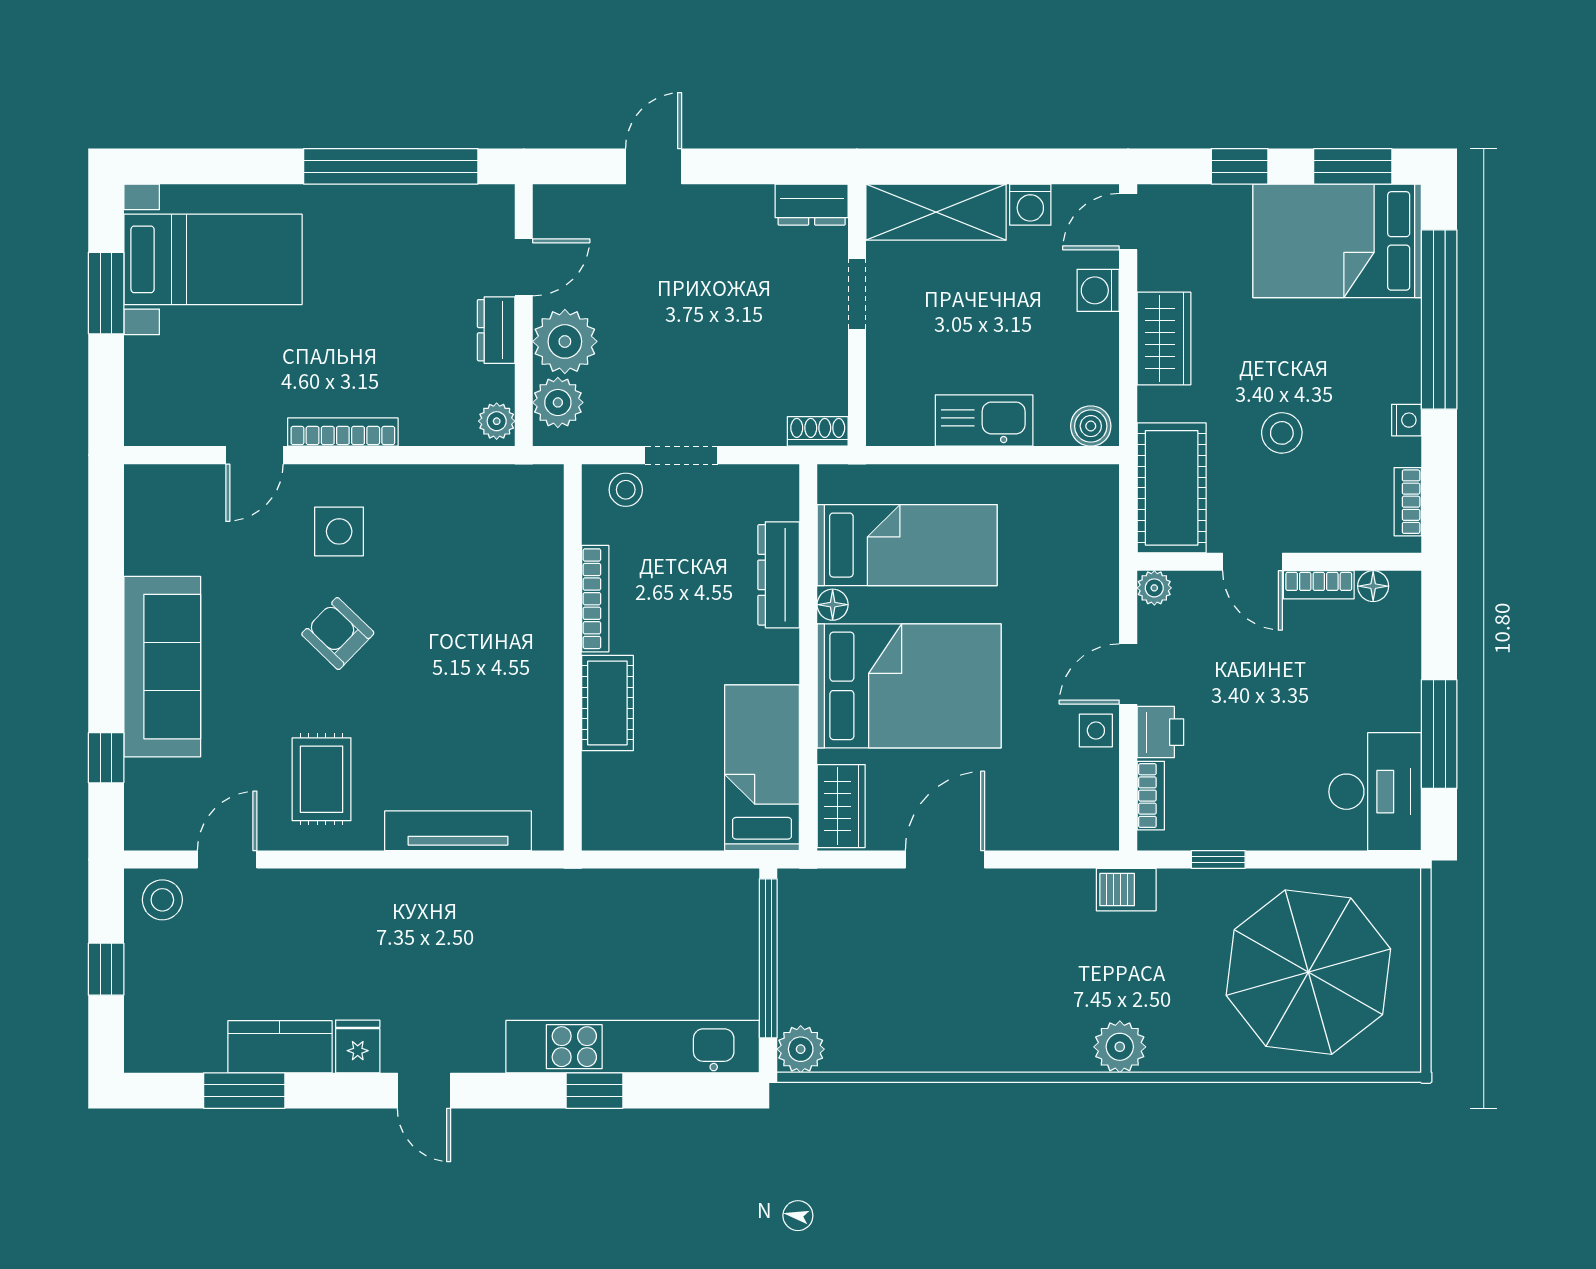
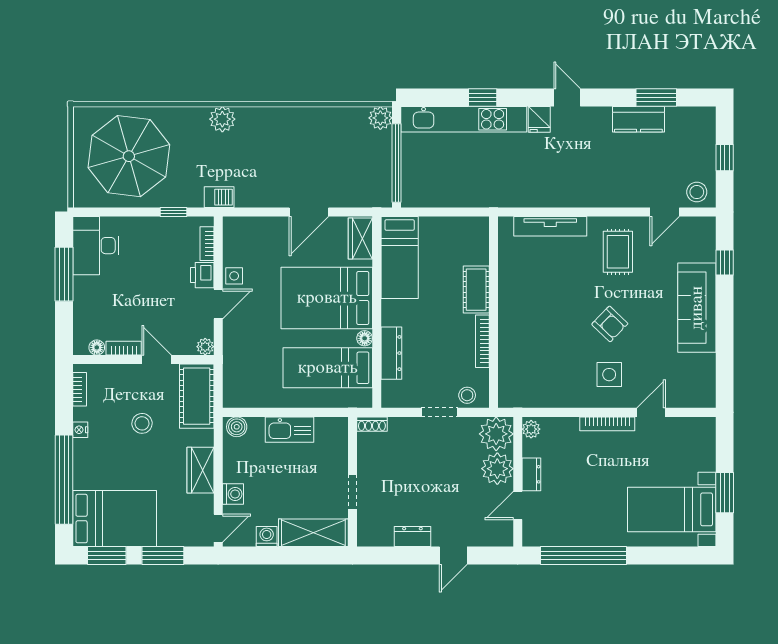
window: (1240, 166) -> (163, 556), width x1.50
dresser: (812, 205) -> (412, 537), moved
plant: (558, 402) -> (496, 434), width x1.36, depth x1.36
fridge: (358, 1046) -> (539, 119), moved

